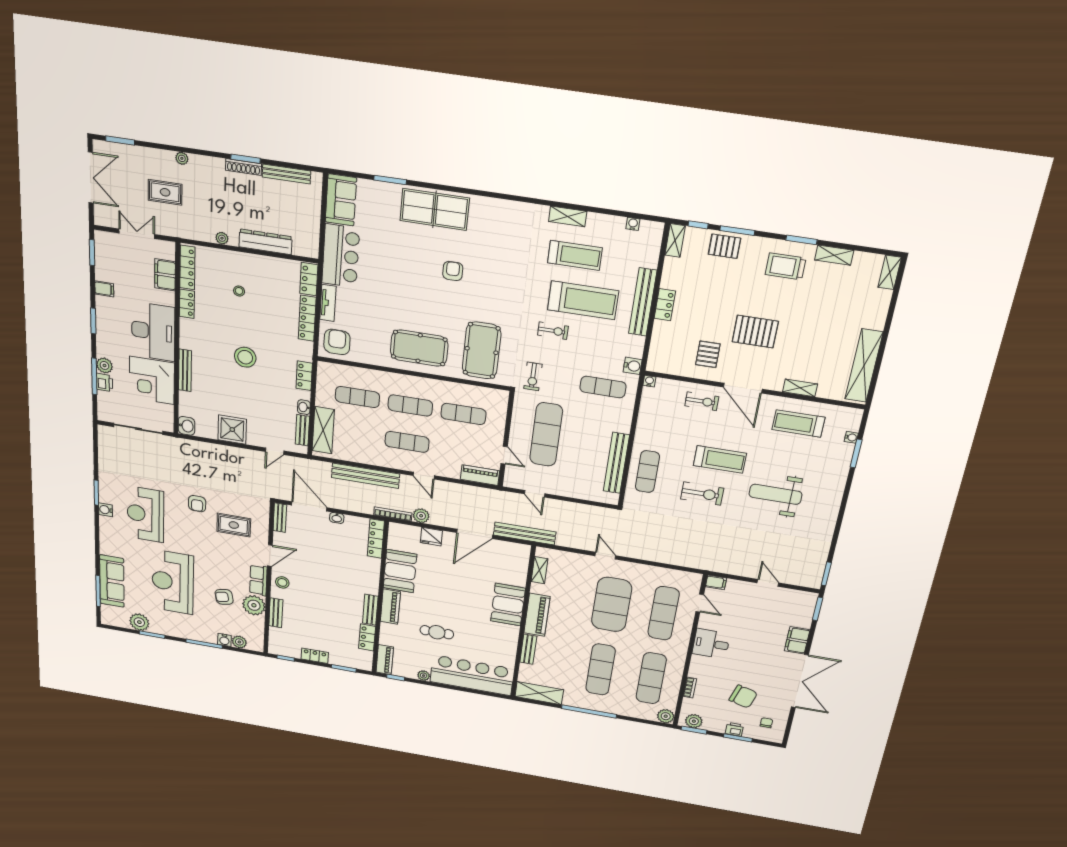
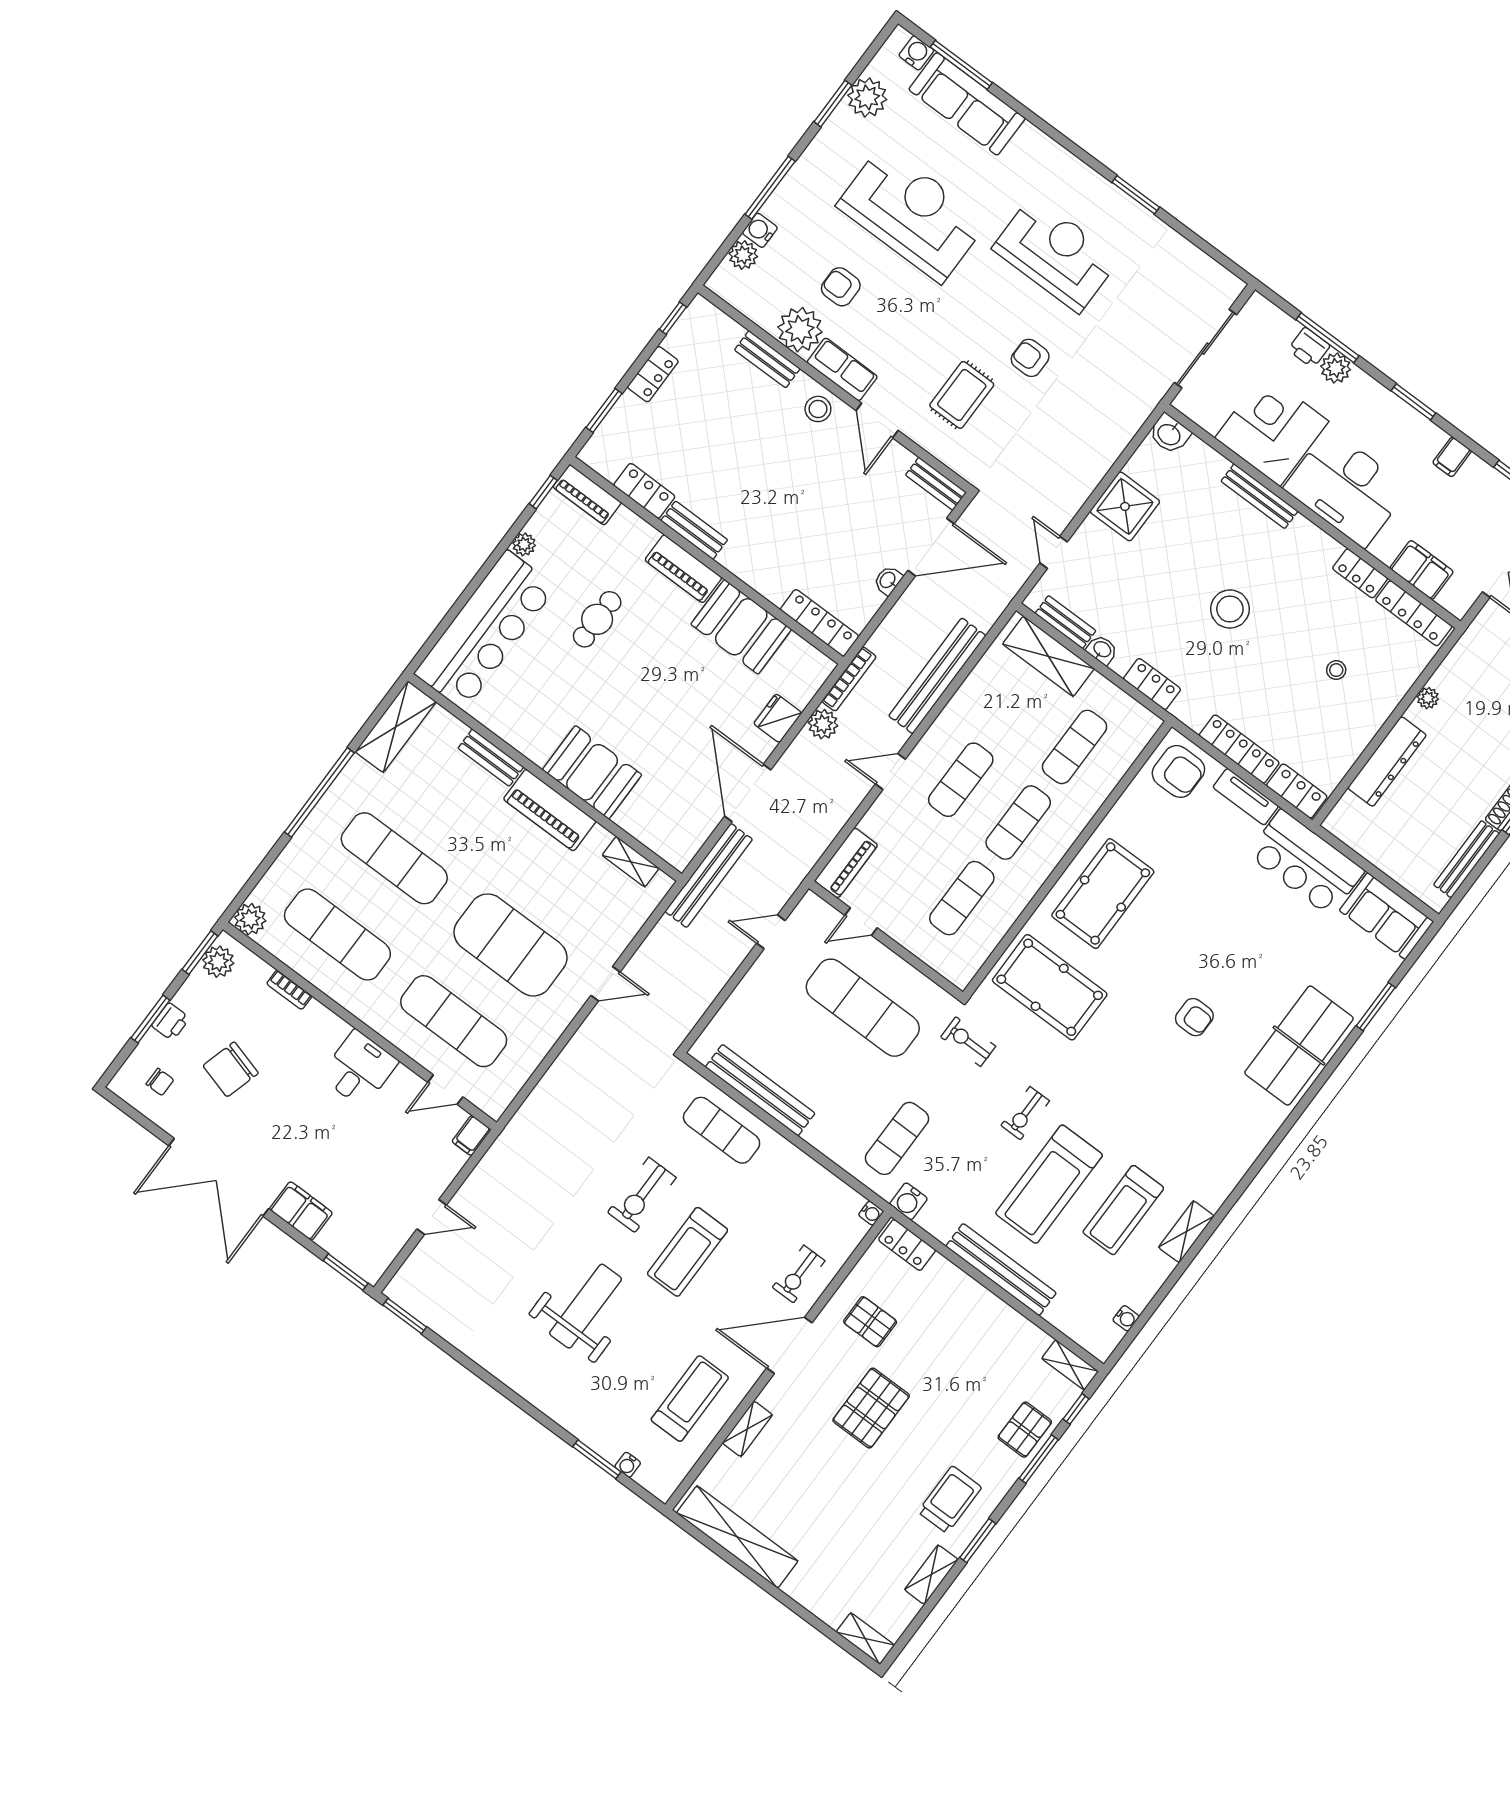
locker: (665, 305) -> (907, 1245), moved
water cooler: (105, 510) -> (916, 53), moved
armchair: (224, 597) -> (841, 287), turned -79

